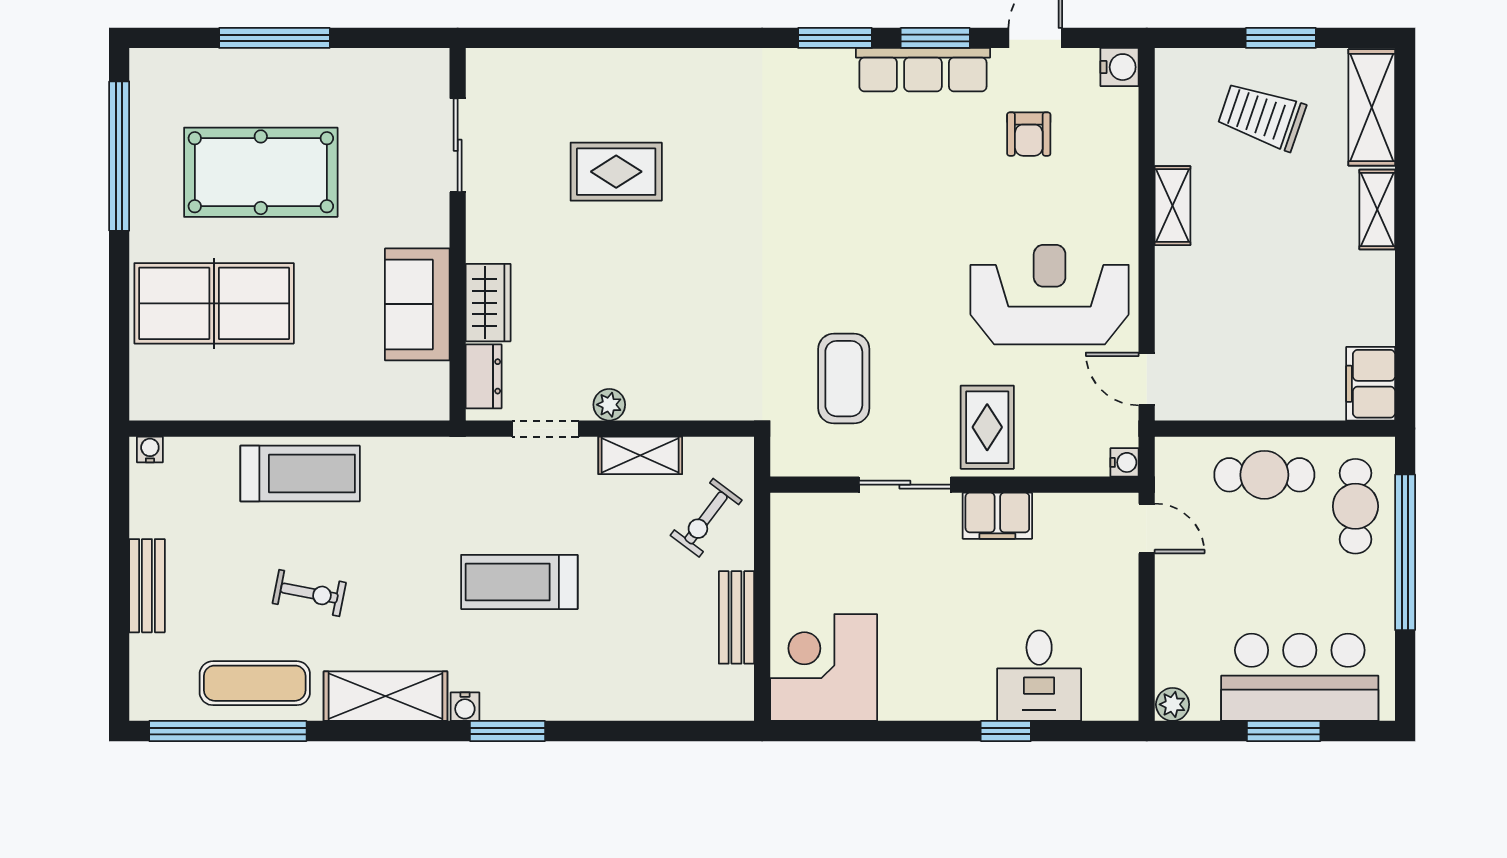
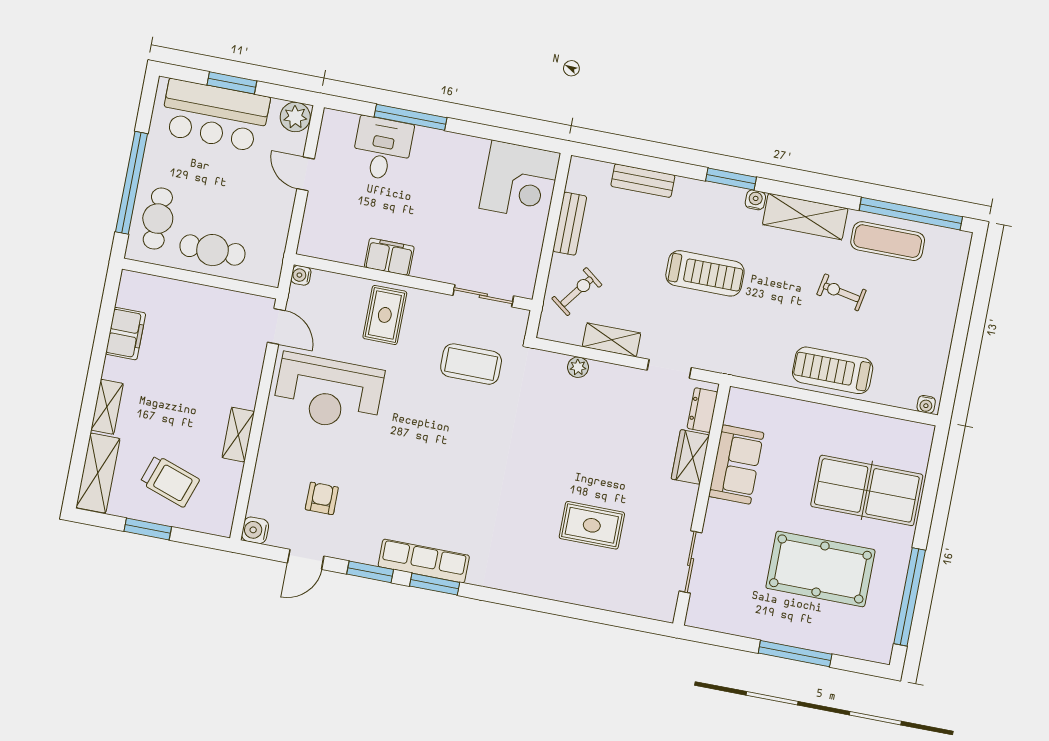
row of seats: (923, 70) -> (424, 561), moved
coffee table: (844, 379) -> (471, 364), turned 90
filing cabinet: (1371, 384) -> (126, 334), moved
plant: (609, 405) -> (578, 367), moved
sliding door: (905, 485) -> (483, 296), moved
door: (1147, 528) -> (306, 174), moved
bench: (147, 586) -> (643, 181), moved, turned 90
plant: (1173, 704) -> (295, 117), width x1.38, depth x1.38
window: (1006, 731) -> (411, 117), width x2.17

